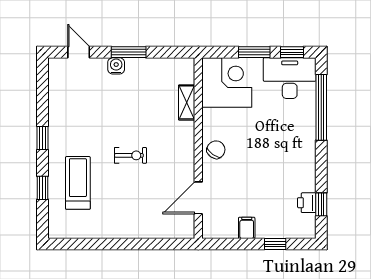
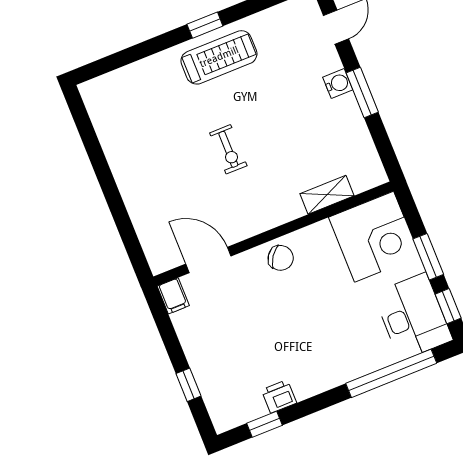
treadmill: (78, 183) -> (219, 57), moved
window: (42, 188) -> (140, 51), removed
printer: (307, 203) -> (279, 396), moved
filing cabinet: (247, 228) -> (173, 296), moved, turned 90

